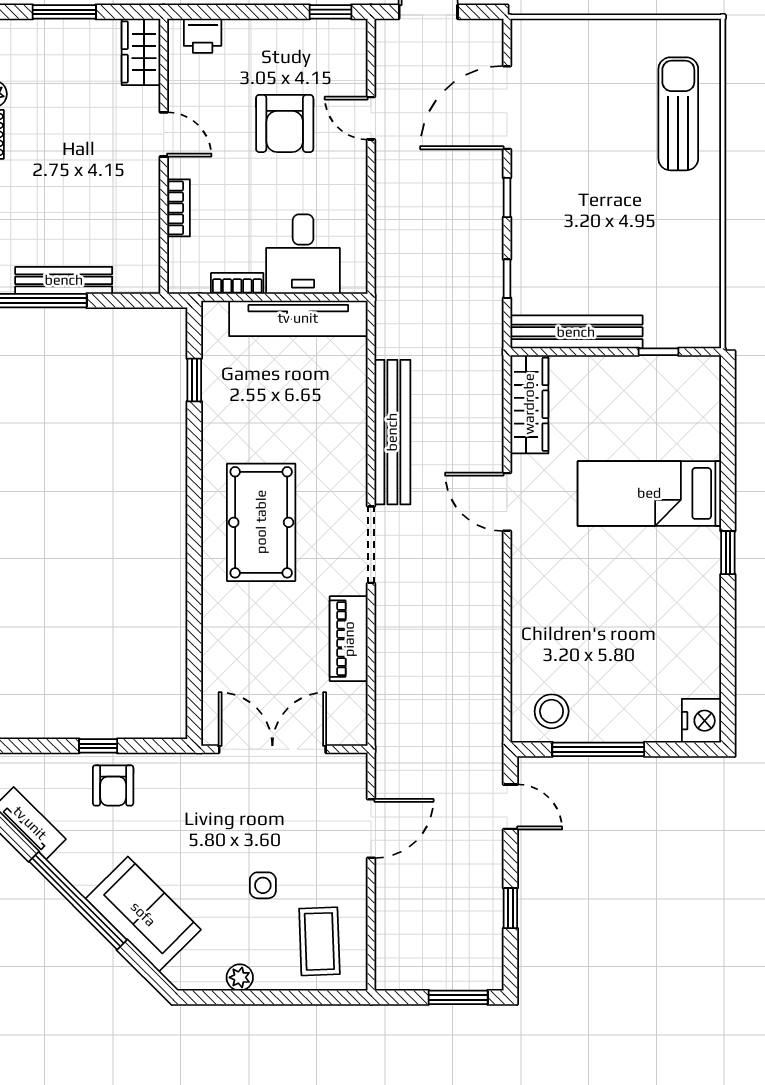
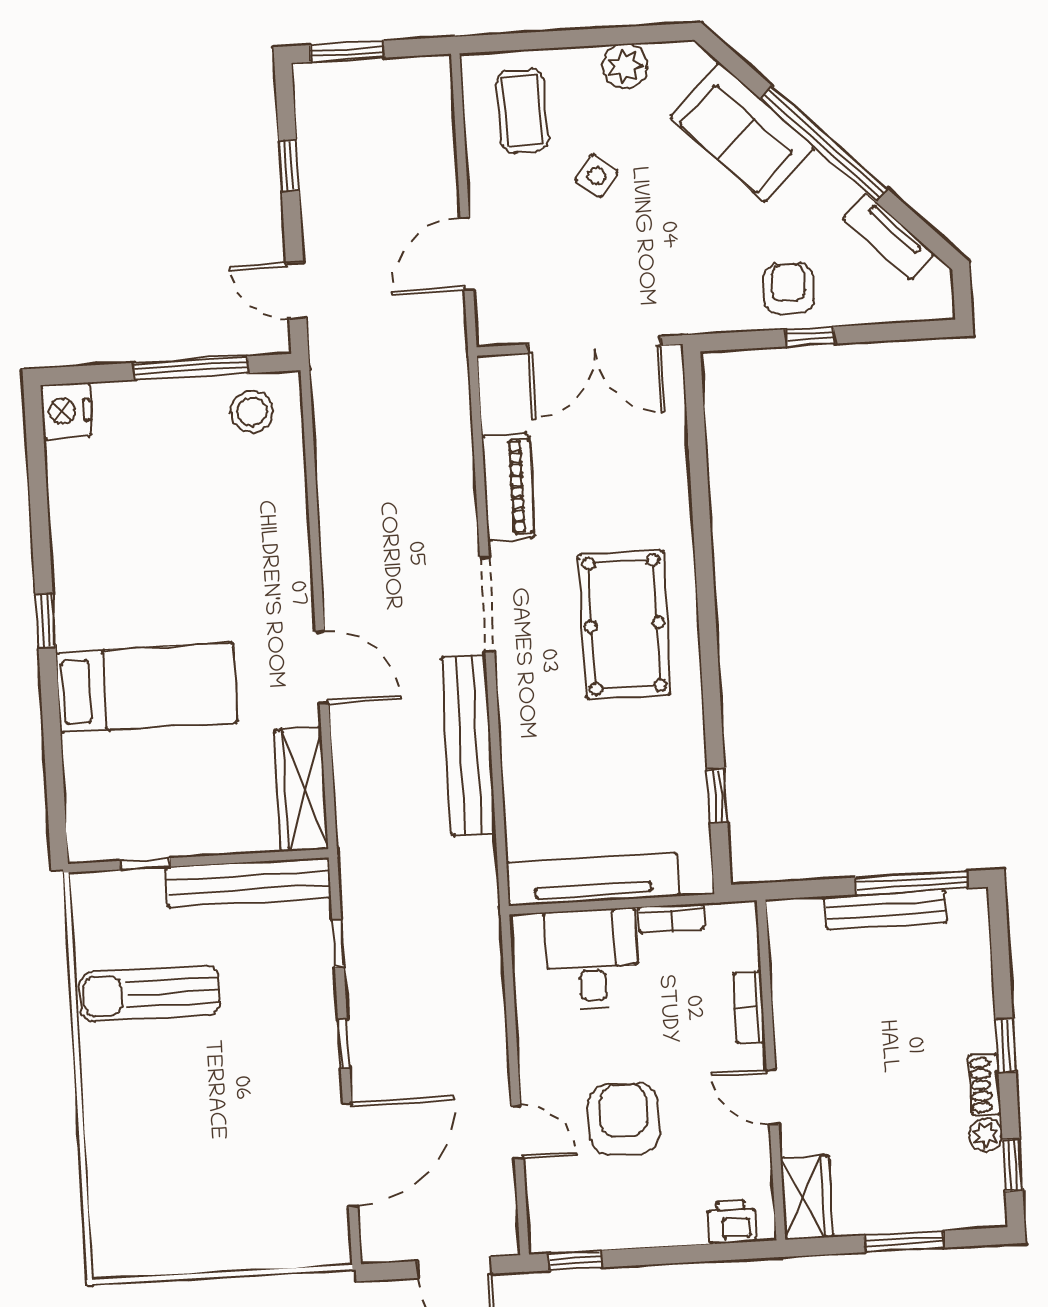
sun lounger: (678, 114) -> (149, 994), moved, turned 90
side table: (263, 885) -> (596, 176), turned 38
plant: (240, 977) -> (625, 66), width x1.38, depth x1.38

